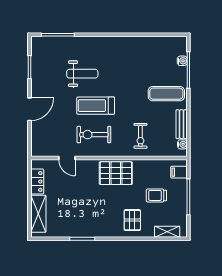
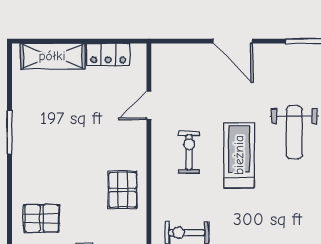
exercise bike: (94, 135) -> (189, 152), width x0.73, depth x0.72
pallet: (116, 173) -> (123, 190), width x0.67, depth x0.71

